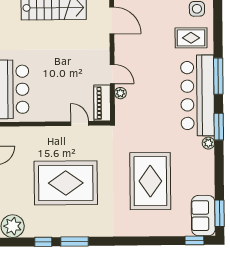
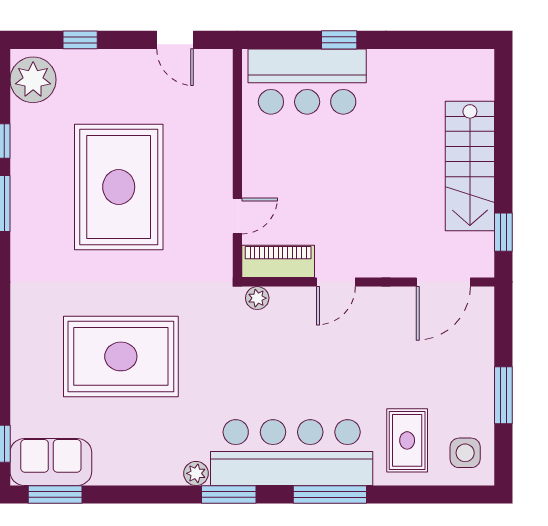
plant: (120, 93) -> (257, 298), moved

